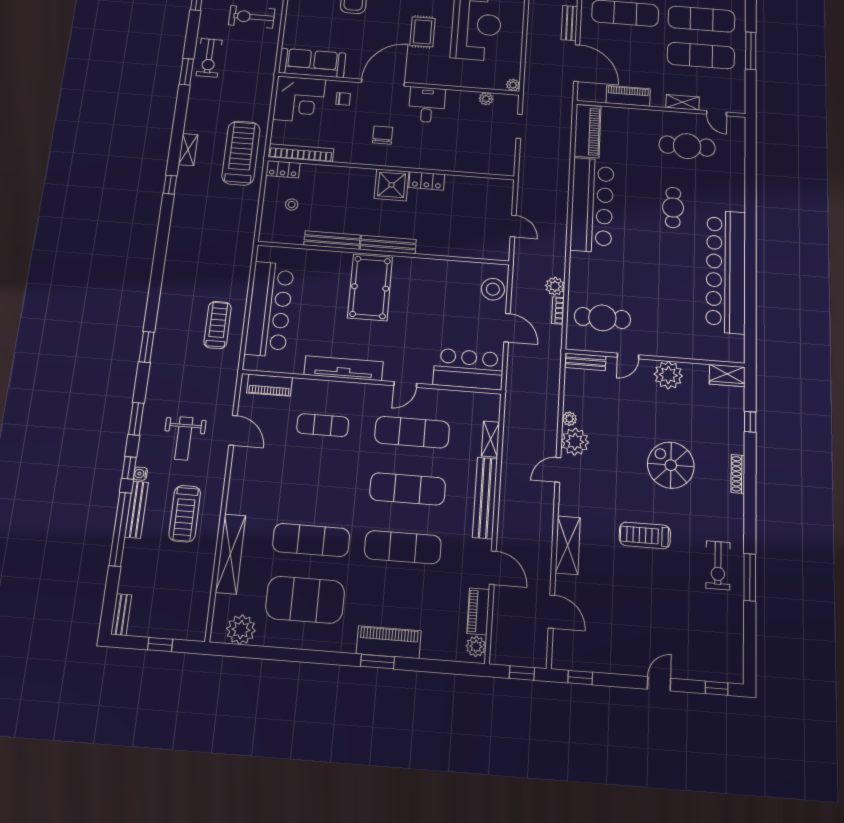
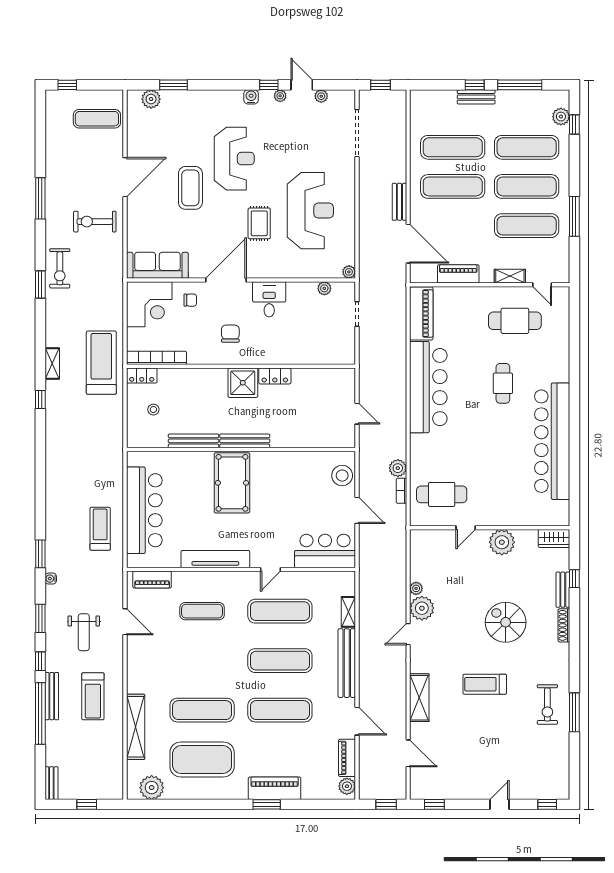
bench: (586, 362) -> (563, 590), moved, turned 90
water cooler: (140, 474) -> (51, 579), moved

